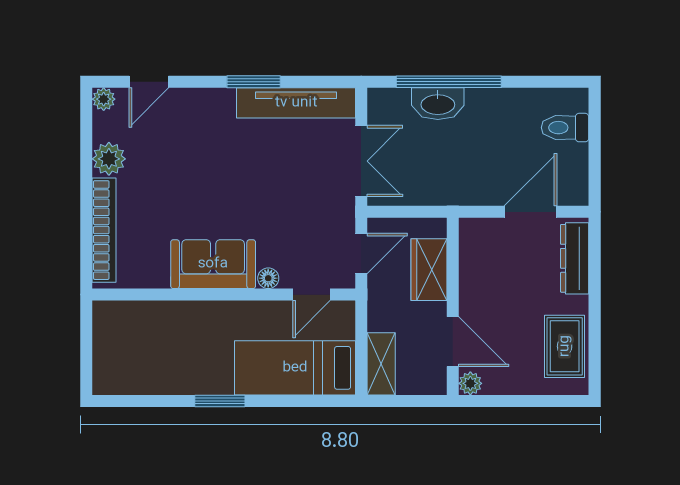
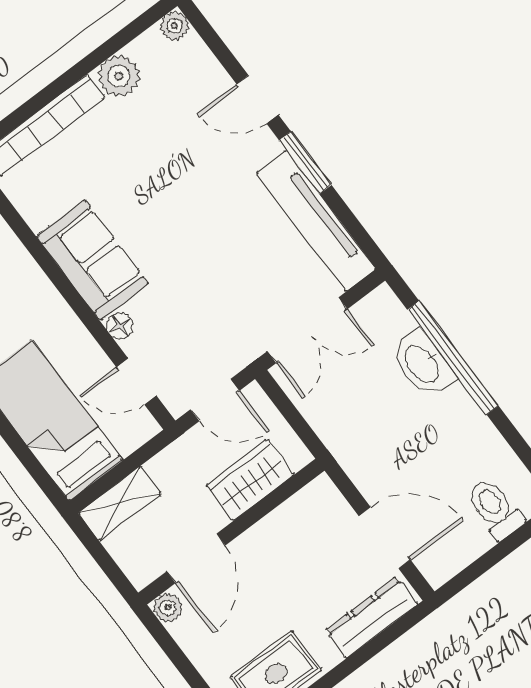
door: (149, 82) -> (257, 99), moved

